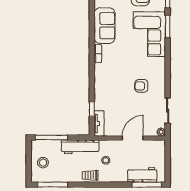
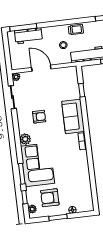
sofa: (105, 26) -> (73, 116), moved
plant: (159, 63) -> (25, 139), added
tv unit: (99, 123) -> (73, 78), removed
door: (133, 138) -> (41, 68), swing flipped

